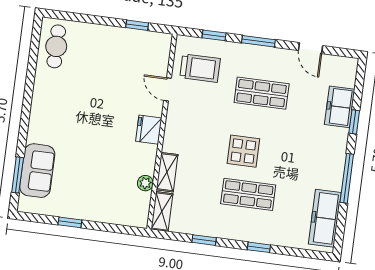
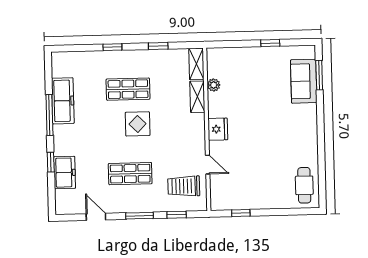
freezer: (325, 218) -> (63, 101), moved

